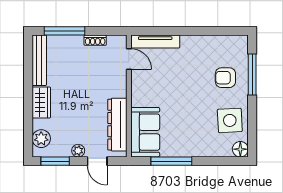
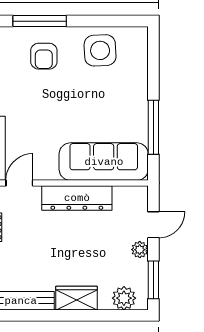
dresser: (117, 125) -> (77, 198), moved
sofa: (145, 132) -> (104, 162), width x1.36
floor lamp: (240, 149) -> (138, 37), removed

